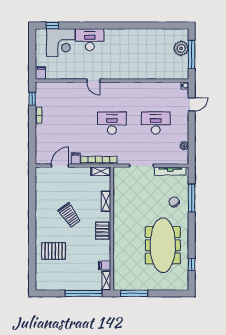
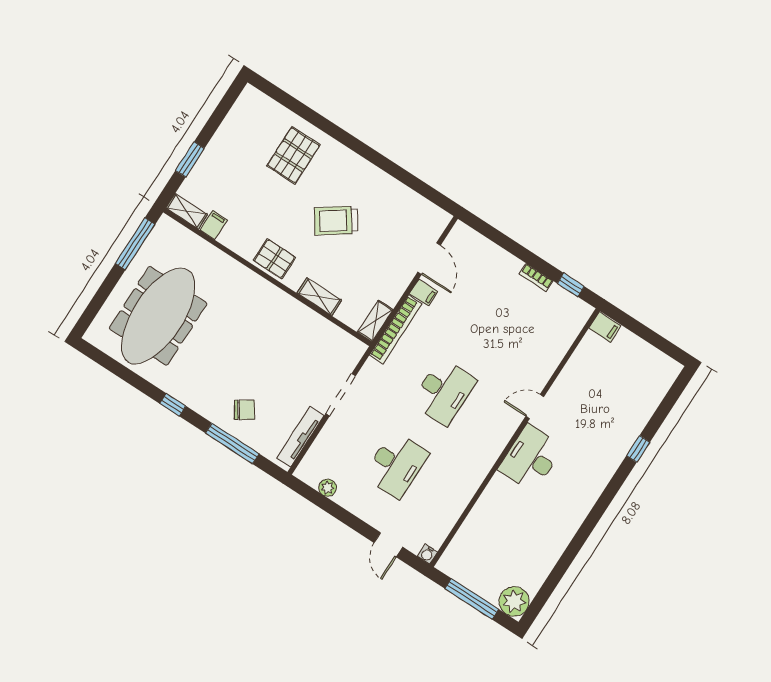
window: (52, 25) -> (638, 449), moved
desk: (90, 40) -> (531, 458), moved, turned 180
corner desk: (61, 43) -> (634, 393), removed
plant: (181, 48) -> (514, 601), moved
meeting table: (163, 245) -> (158, 316), moved, turned 90
window: (192, 265) -> (173, 405), moved
window: (84, 293) -> (190, 159), width x0.47

